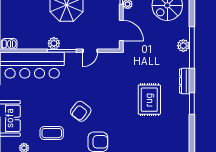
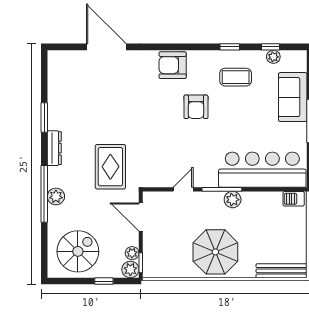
rug: (149, 100) -> (110, 167), moved
armchair: (81, 111) -> (196, 107), turned 142

